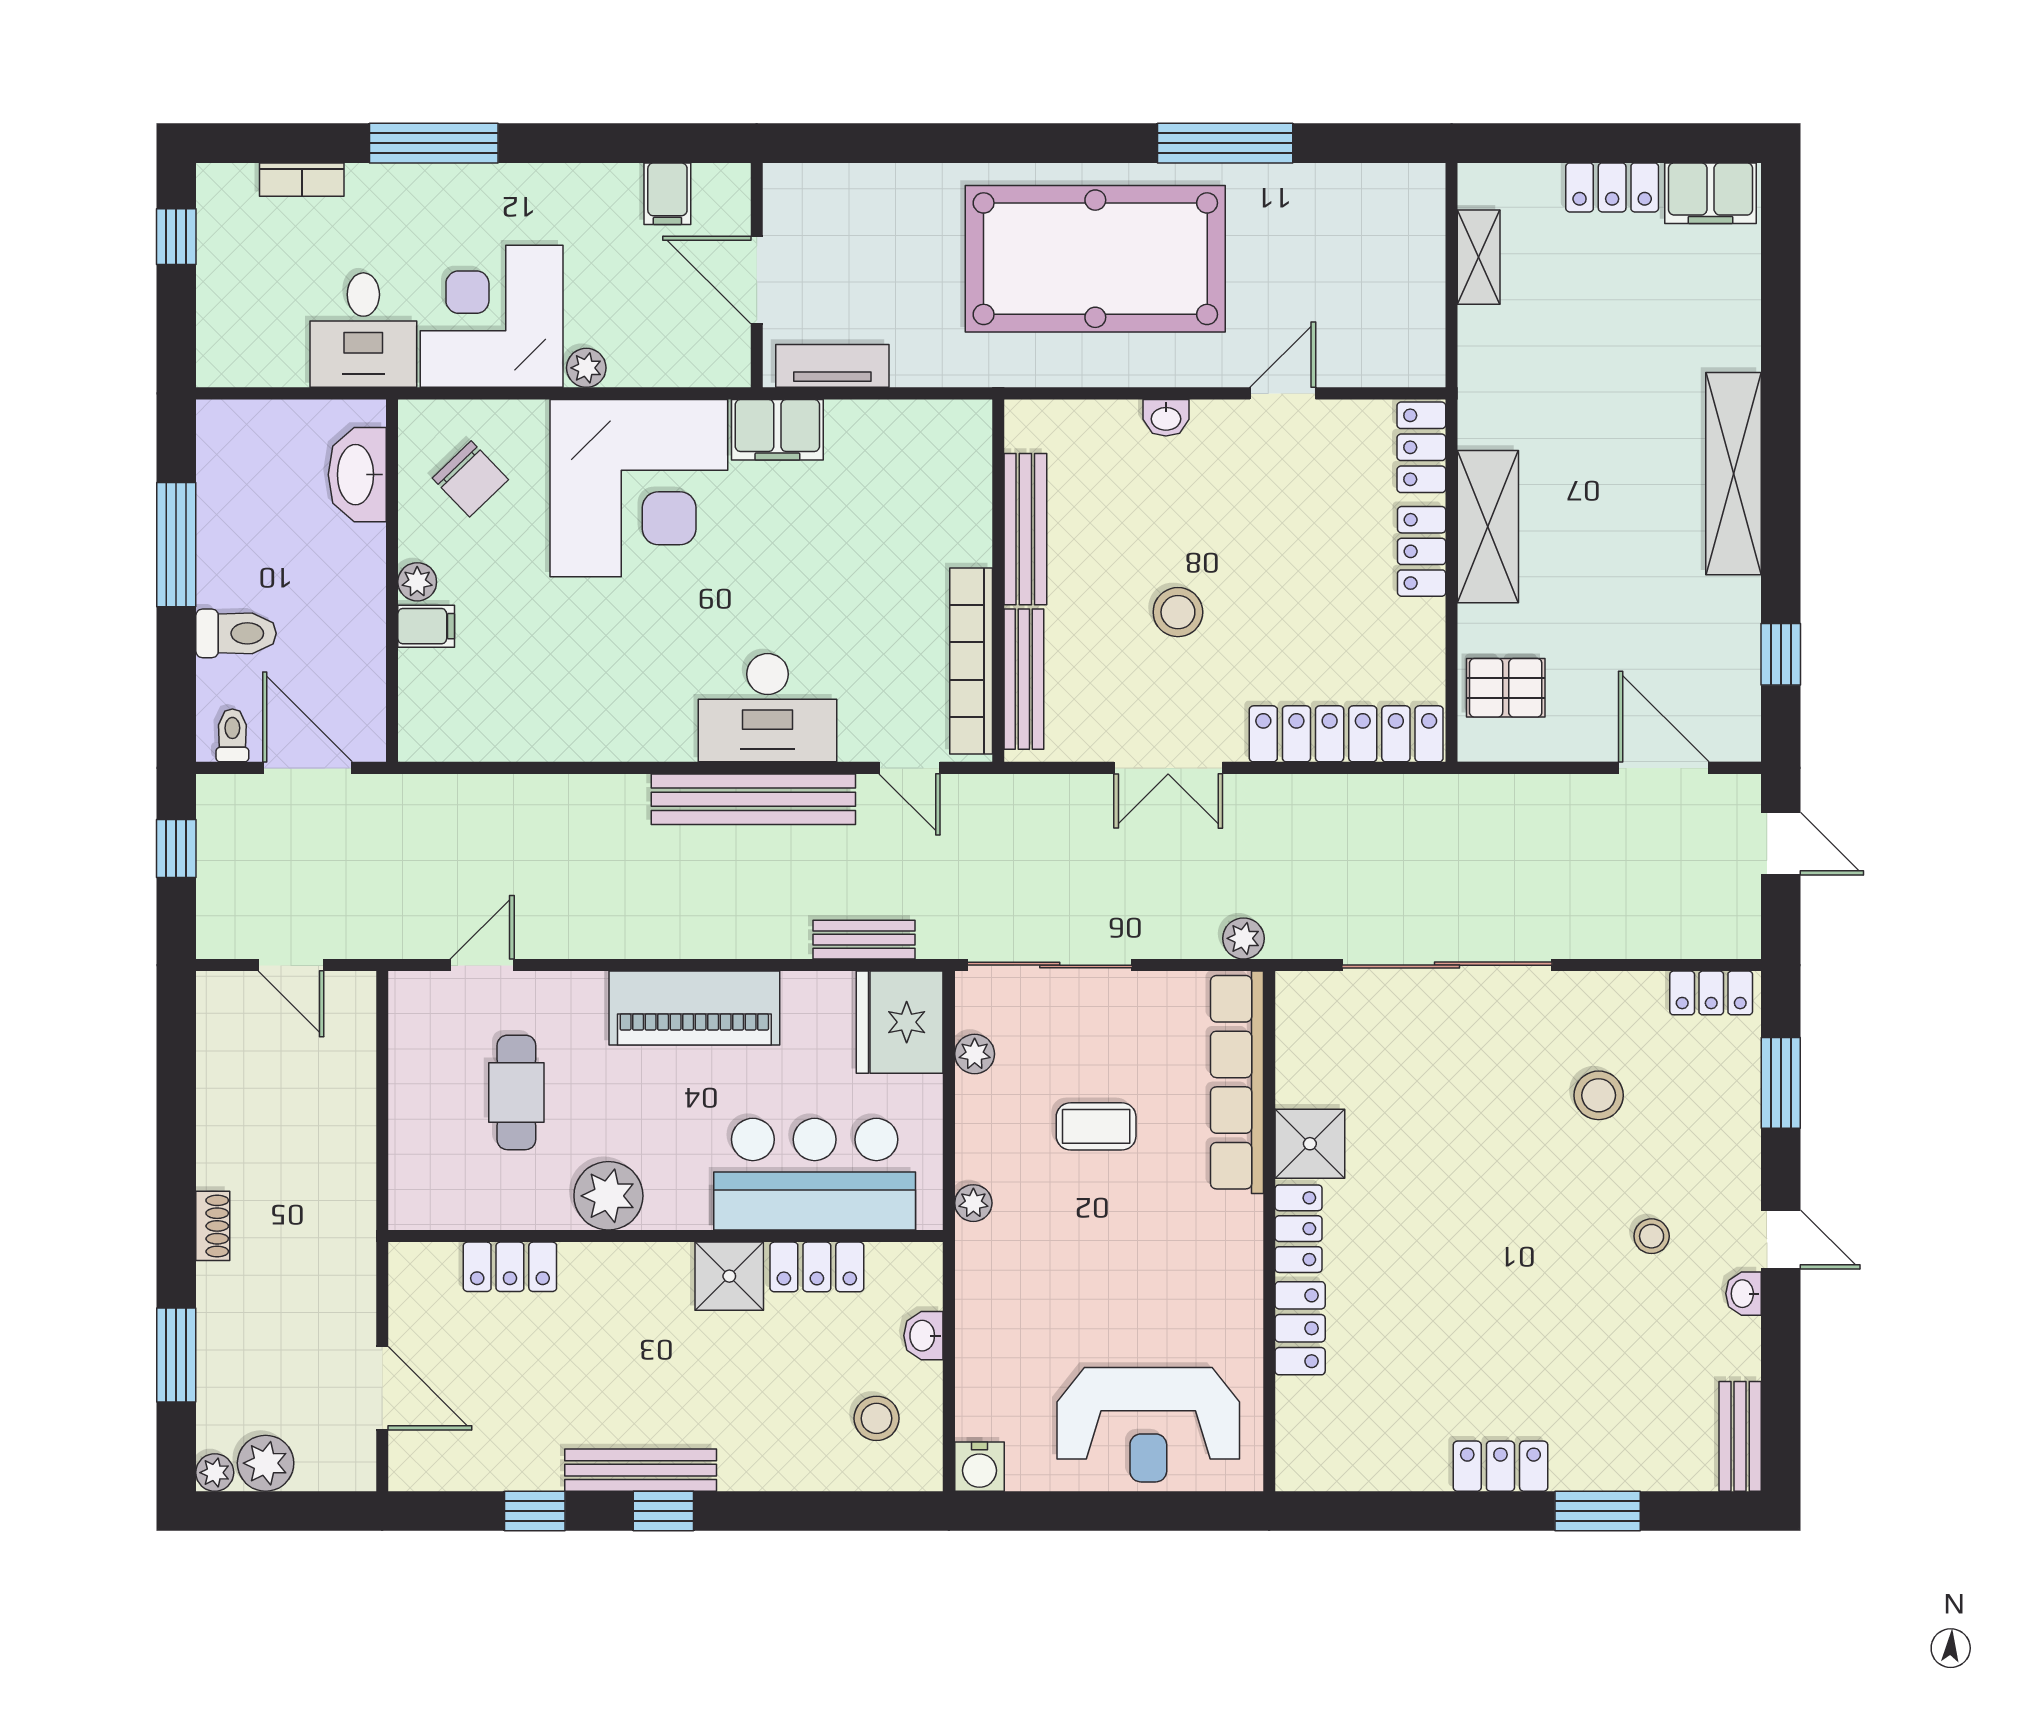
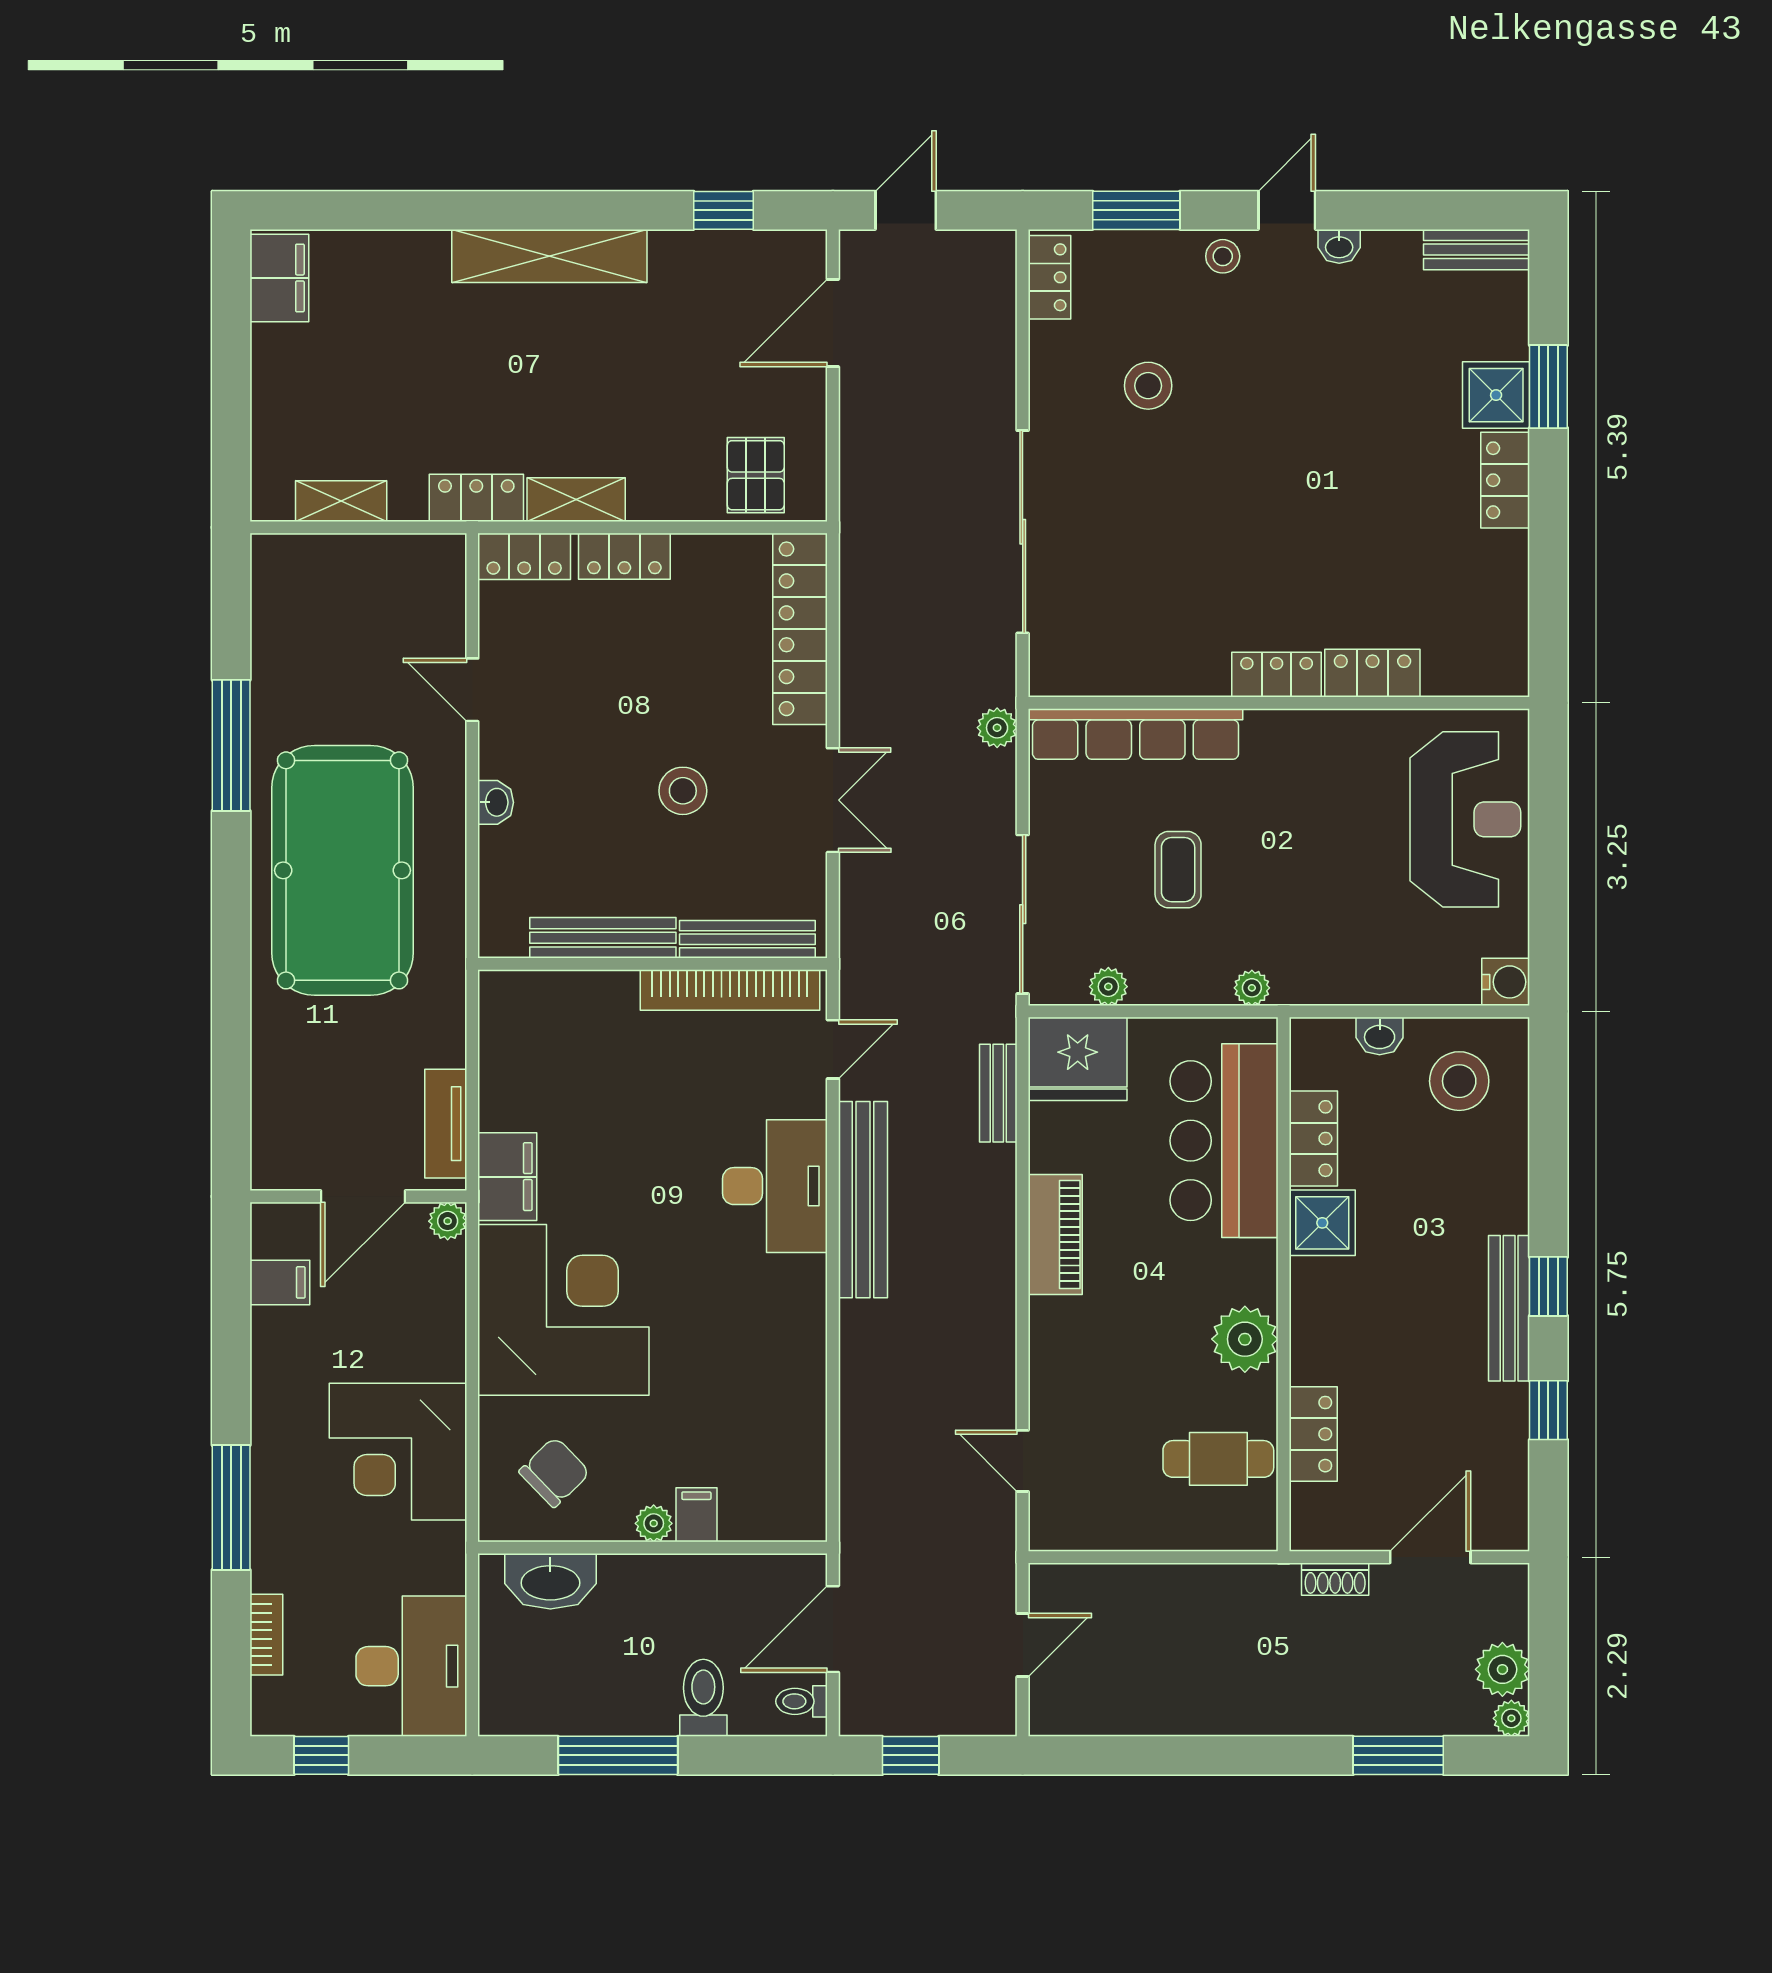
locker: (1612, 187) -> (476, 498), moved, turned -90
desk: (363, 330) -> (411, 1666), moved, width x1.37
plant: (586, 368) -> (448, 1221), moved
shelving: (1488, 527) -> (576, 500), width x0.67, depth x0.75
piano: (694, 1008) -> (1055, 1235), width x0.73, depth x0.75
cafe table: (516, 1092) -> (1218, 1459), moved
shower: (1310, 1144) -> (1496, 395), moved
shoe rack: (213, 1226) -> (1335, 1579), moved, turned 180
stool: (1652, 1236) -> (1223, 256), moved
stool: (877, 1418) -> (1459, 1081), width x1.38, depth x1.38

